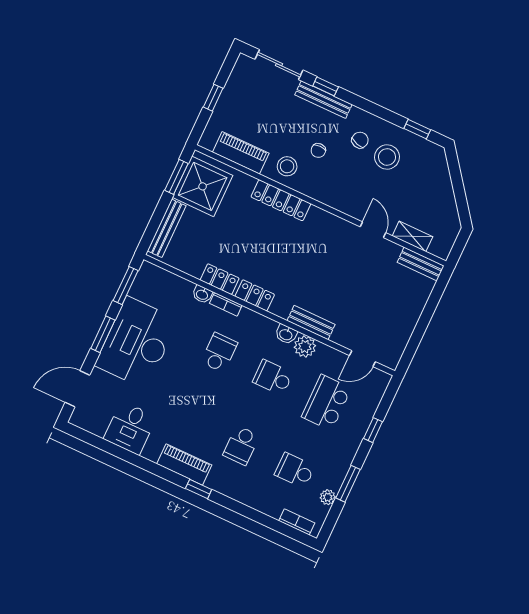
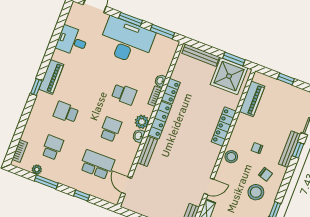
stool: (287, 166) -> (231, 157), moved
locker: (255, 295) -> (160, 120), width x1.53
plant: (305, 347) -> (142, 122), moved

